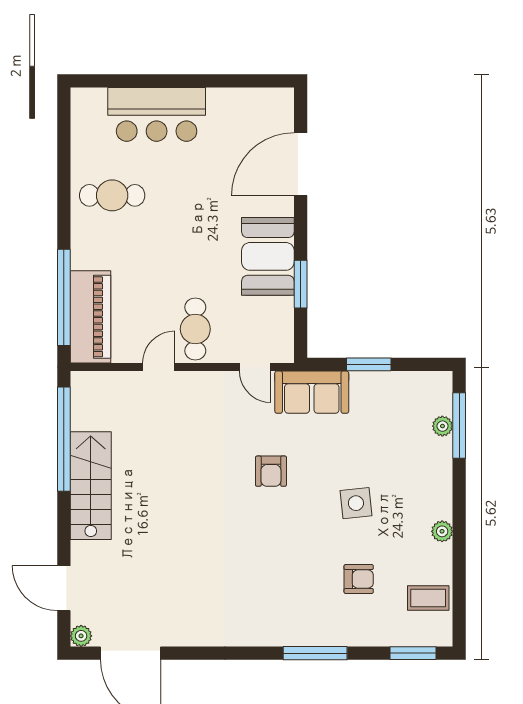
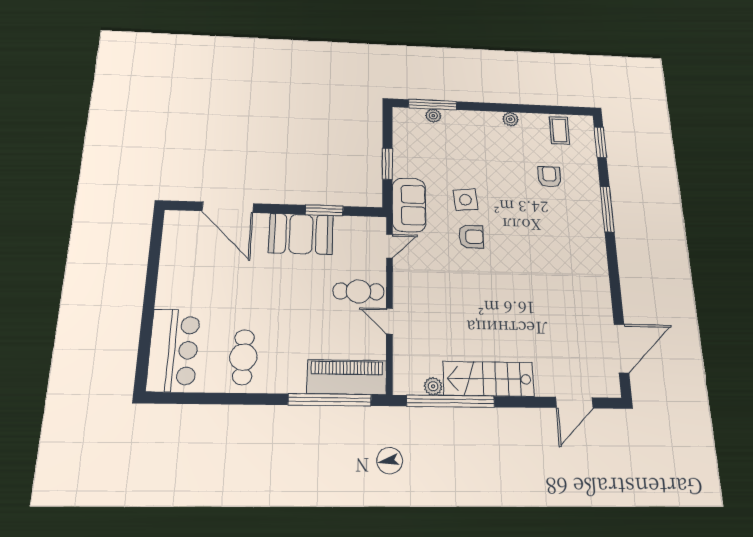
bar counter: (157, 114) -> (173, 350), moved
side table: (356, 503) -> (465, 200), moved
plant: (81, 636) -> (433, 386), moved

